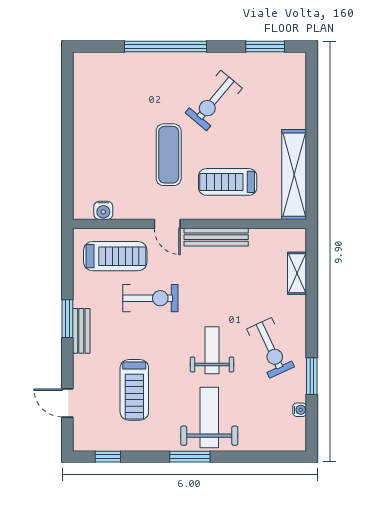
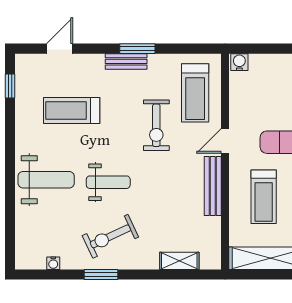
treadmill: (228, 182) -> (264, 197), turned 180
water cooler: (103, 210) -> (239, 62), moved, turned 90
window: (312, 376) -> (101, 274), moved
window: (190, 457) -> (10, 162), removed

